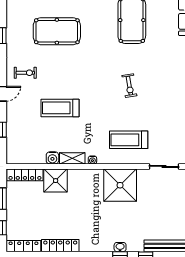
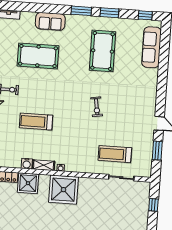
treadmill: (129, 140) -> (115, 154), moved
shower: (120, 185) -> (63, 190), moved

